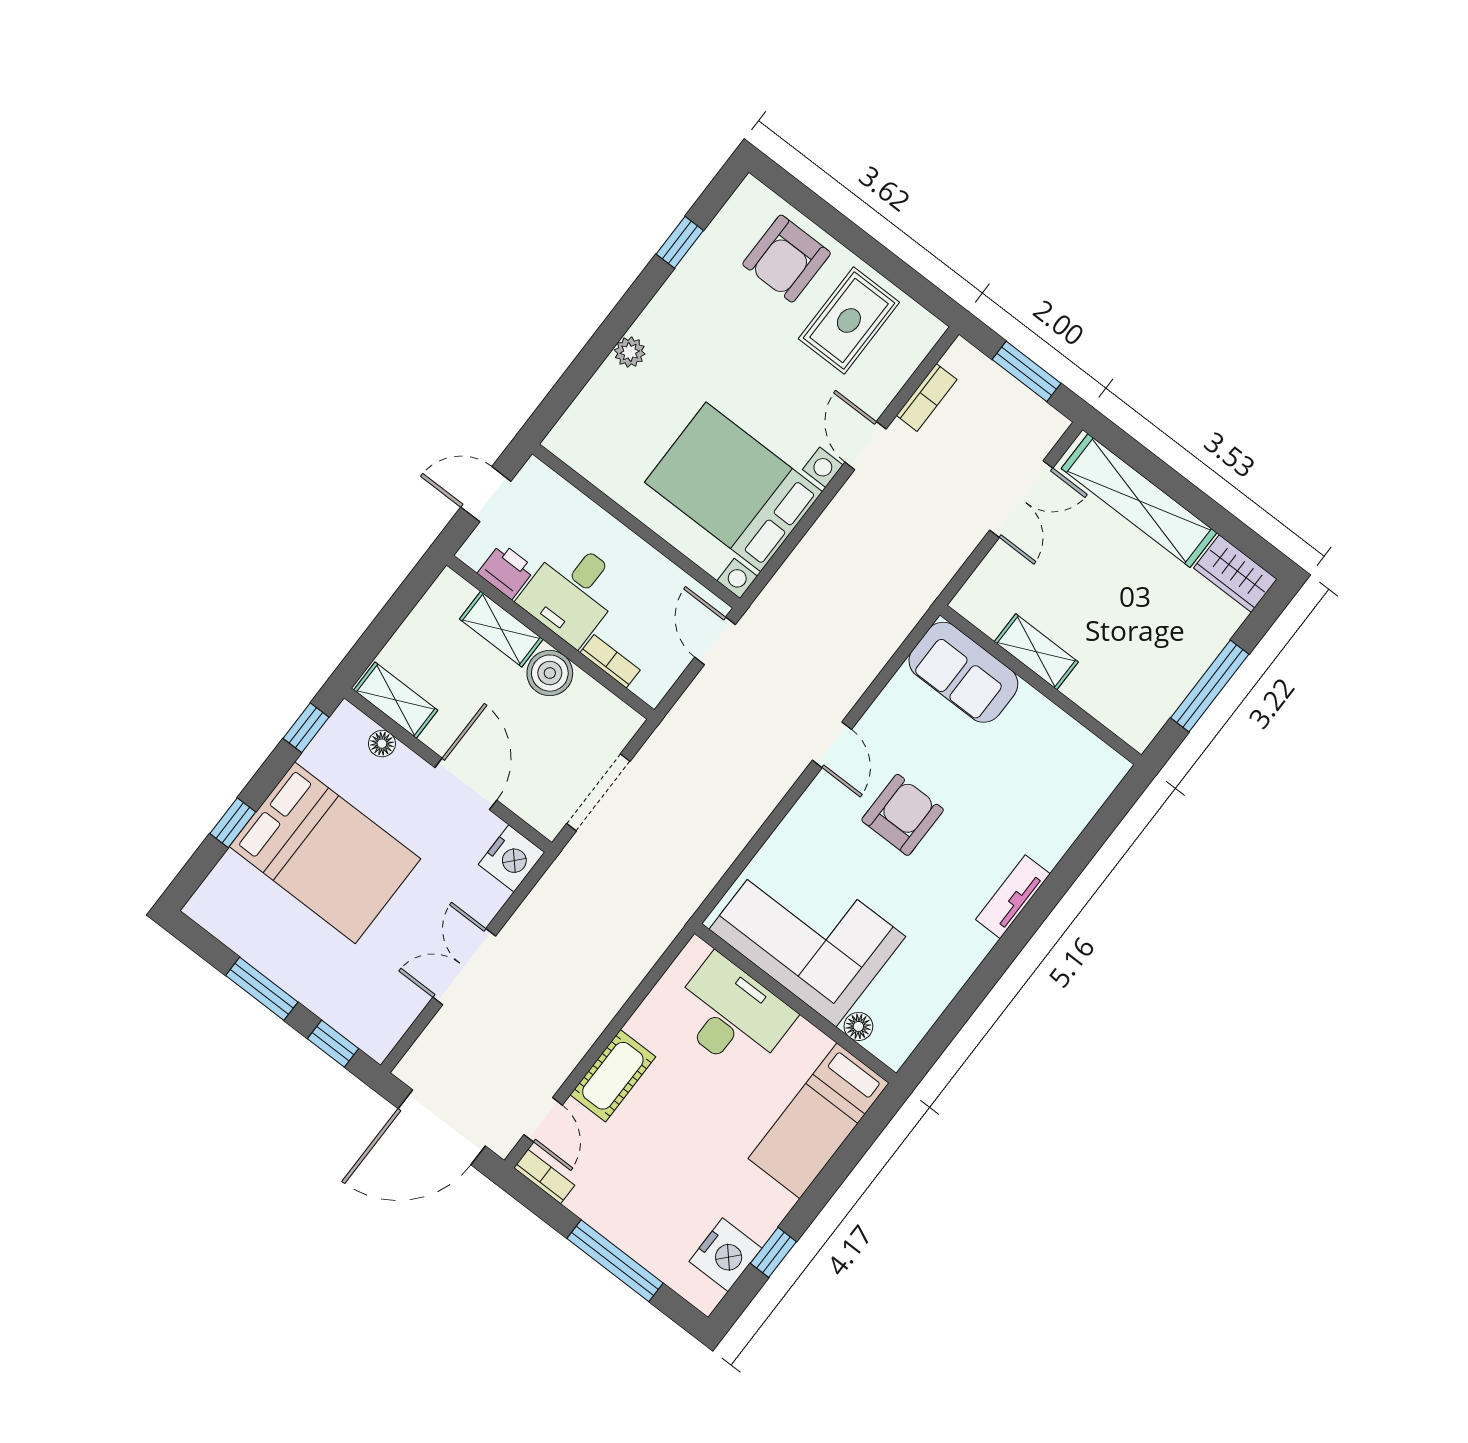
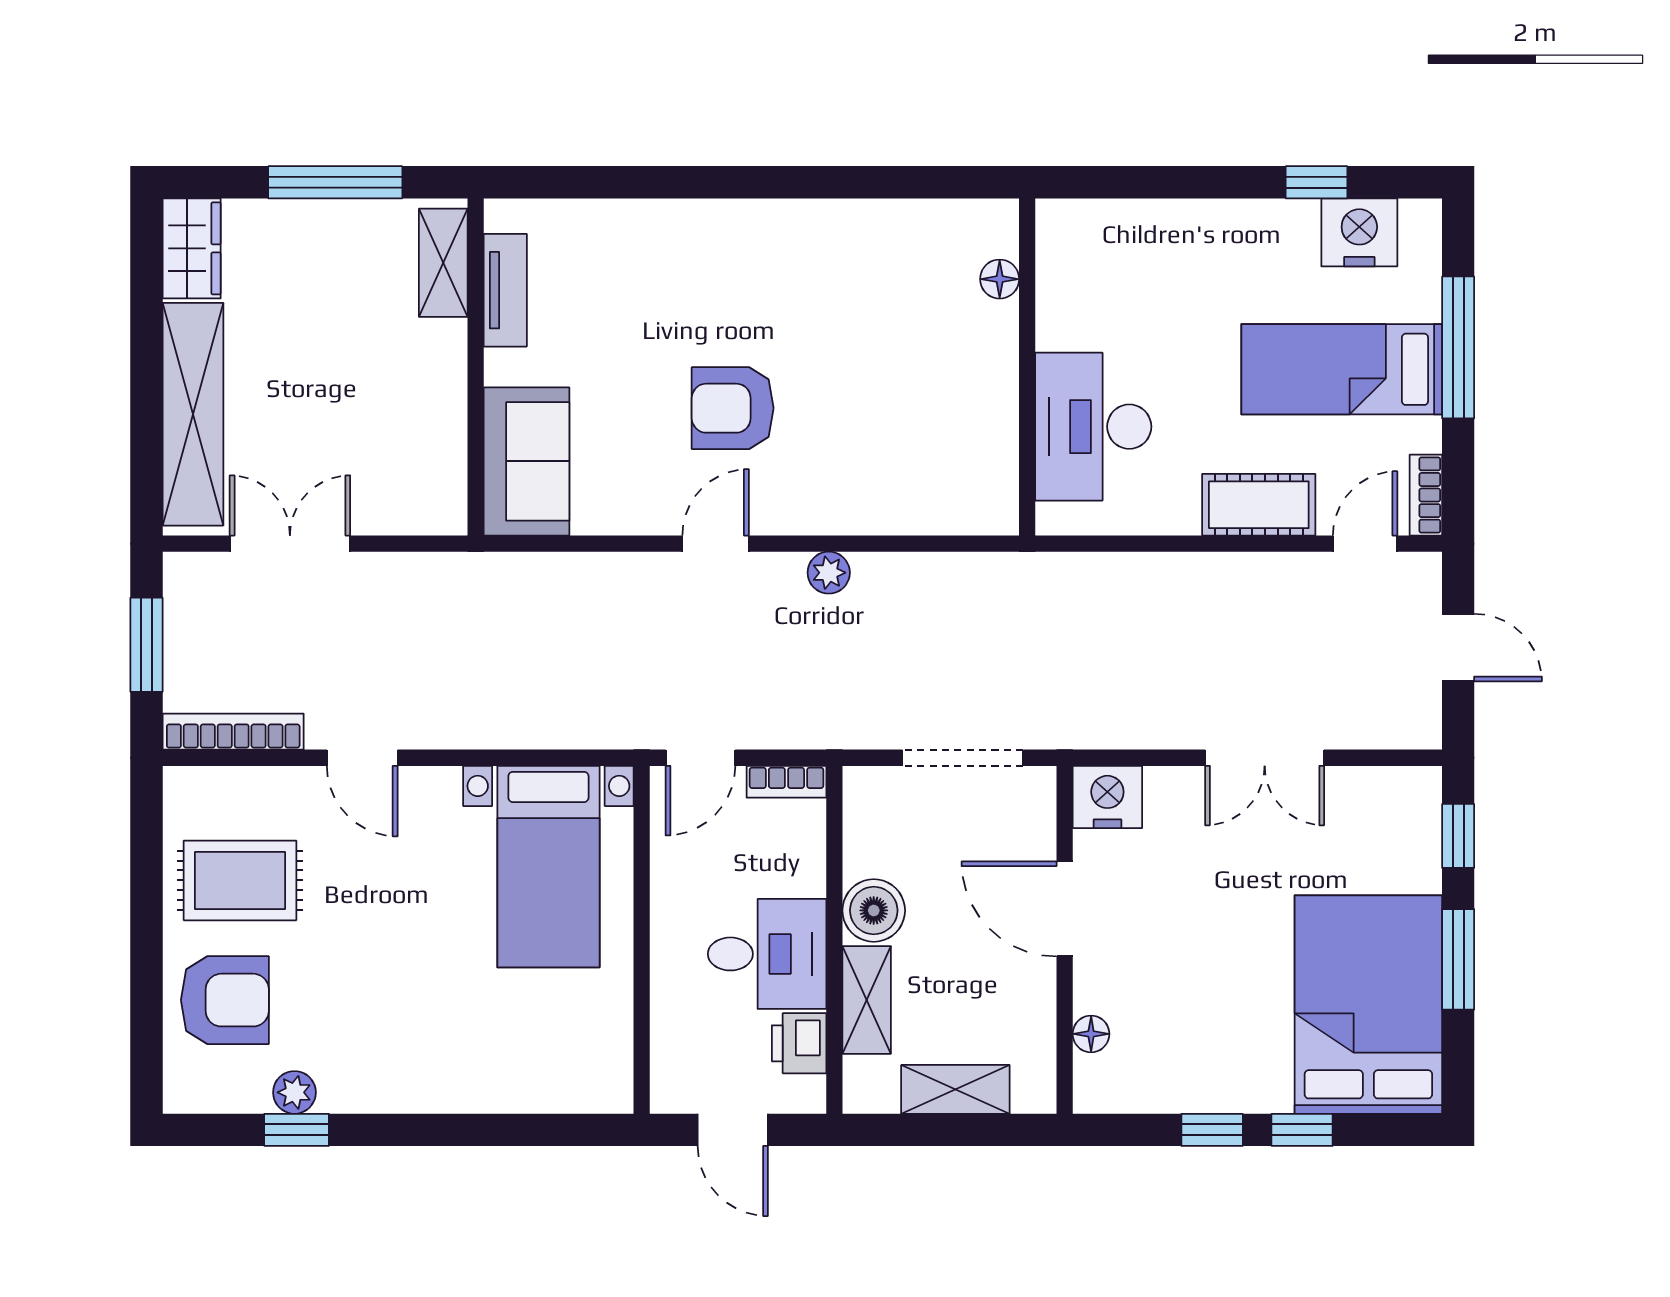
plant: (630, 352) -> (294, 1092), moved
bookcase: (927, 397) -> (233, 732), width x1.56
door: (865, 446) -> (362, 758), hinge flipped
bed with nightstands: (733, 487) -> (548, 867), width x0.73
shelving: (1036, 652) -> (443, 263), moved
bookcase: (610, 661) -> (786, 782), moved, turned -90
shelving: (396, 700) -> (955, 1089), moved, turned 90
window: (306, 728) -> (1212, 1130), moved
door: (466, 784) -> (1065, 909), hinge flipped
plant: (765, 797) -> (829, 573), added
bed: (325, 853) -> (1368, 1005), moved
tv unit: (1013, 897) -> (505, 290), moved, turned -90
corner sofa: (807, 933) -> (941, 413), removed
bed: (819, 1121) -> (1342, 369), moved, turned 180
door: (442, 1127) -> (1458, 648), width x0.53

